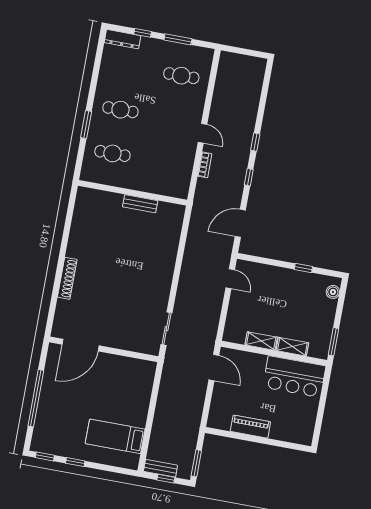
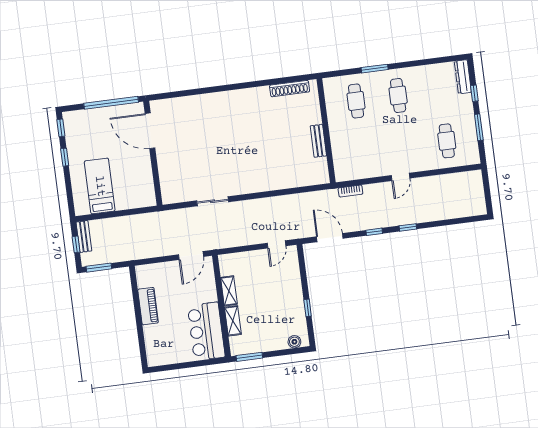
bookcase: (205, 165) -> (350, 191), moved
shoe rack: (67, 278) -> (290, 89), moved
door: (80, 345) -> (150, 131), moved
wall: (104, 349) -> (153, 153), moved

